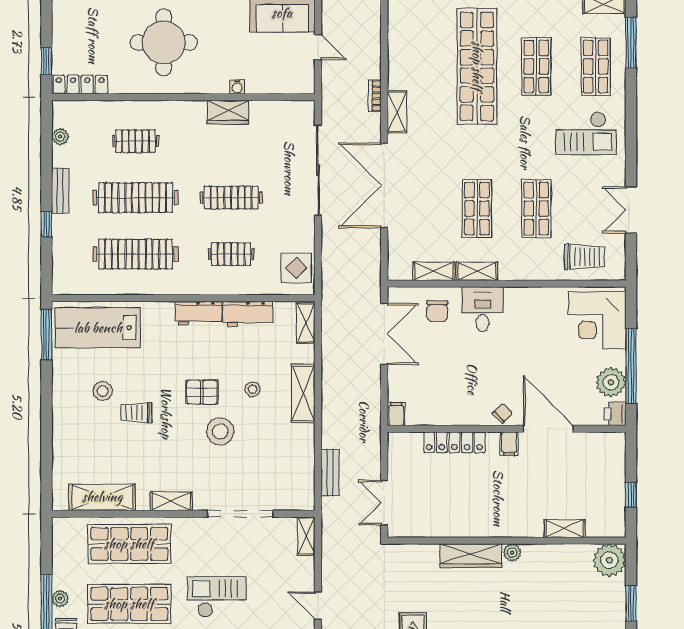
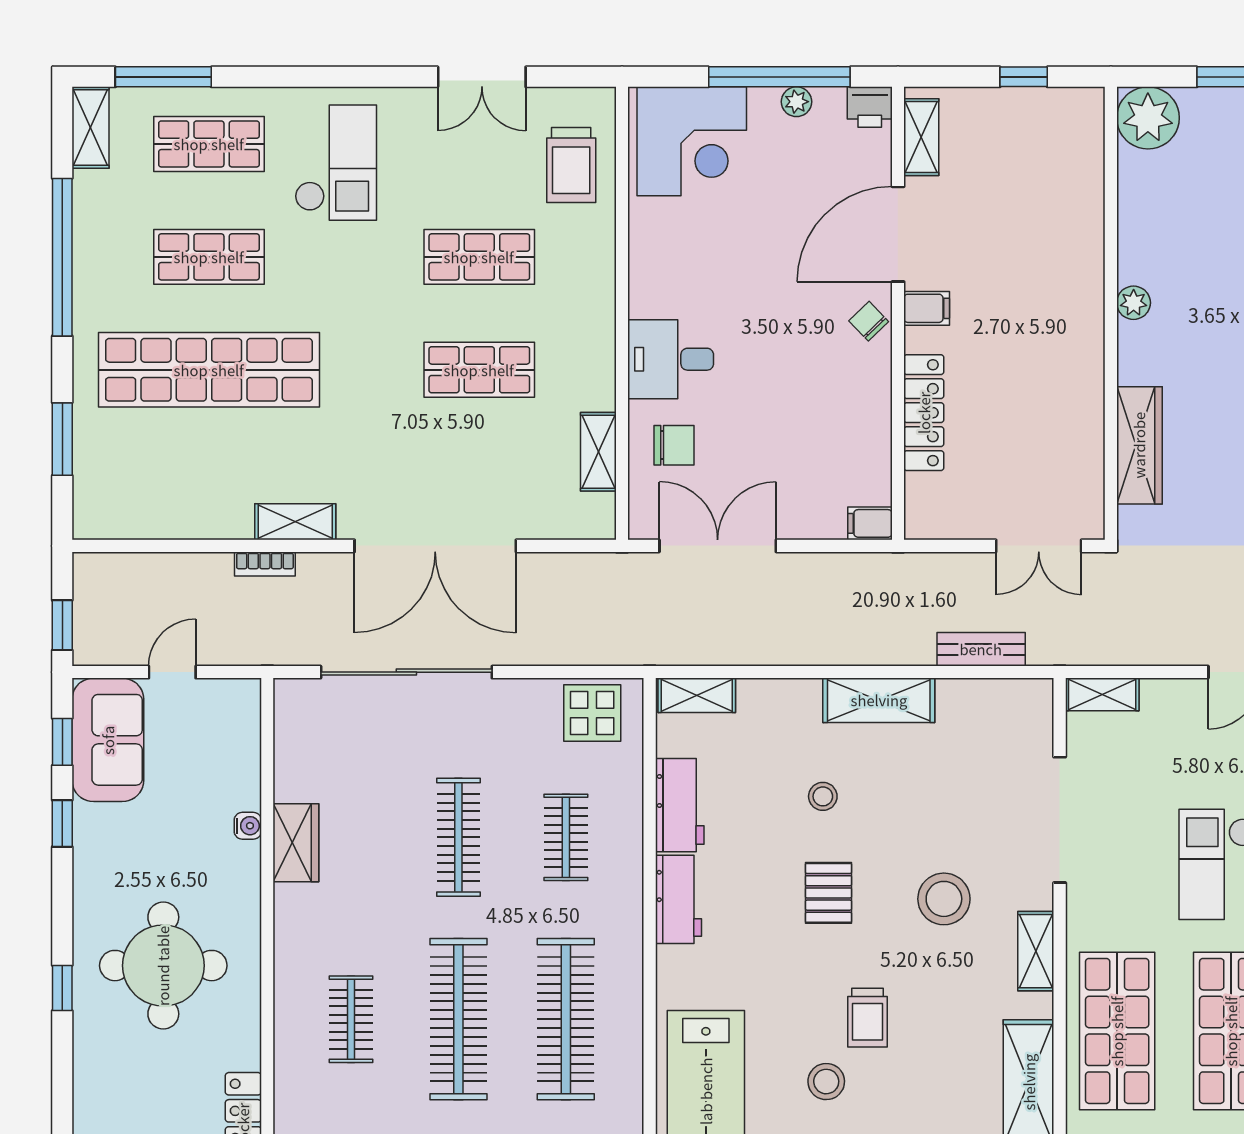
trolley: (585, 257) -> (571, 165), turned 180
shelving: (477, 271) -> (598, 370), removed
plant: (611, 382) -> (796, 102), width x0.53, depth x0.53
shelving: (303, 393) -> (879, 700), moved
stool: (220, 431) -> (944, 899), moved
shelving: (565, 528) -> (921, 137), moved
wardrobe: (471, 556) -> (1139, 445), moved

